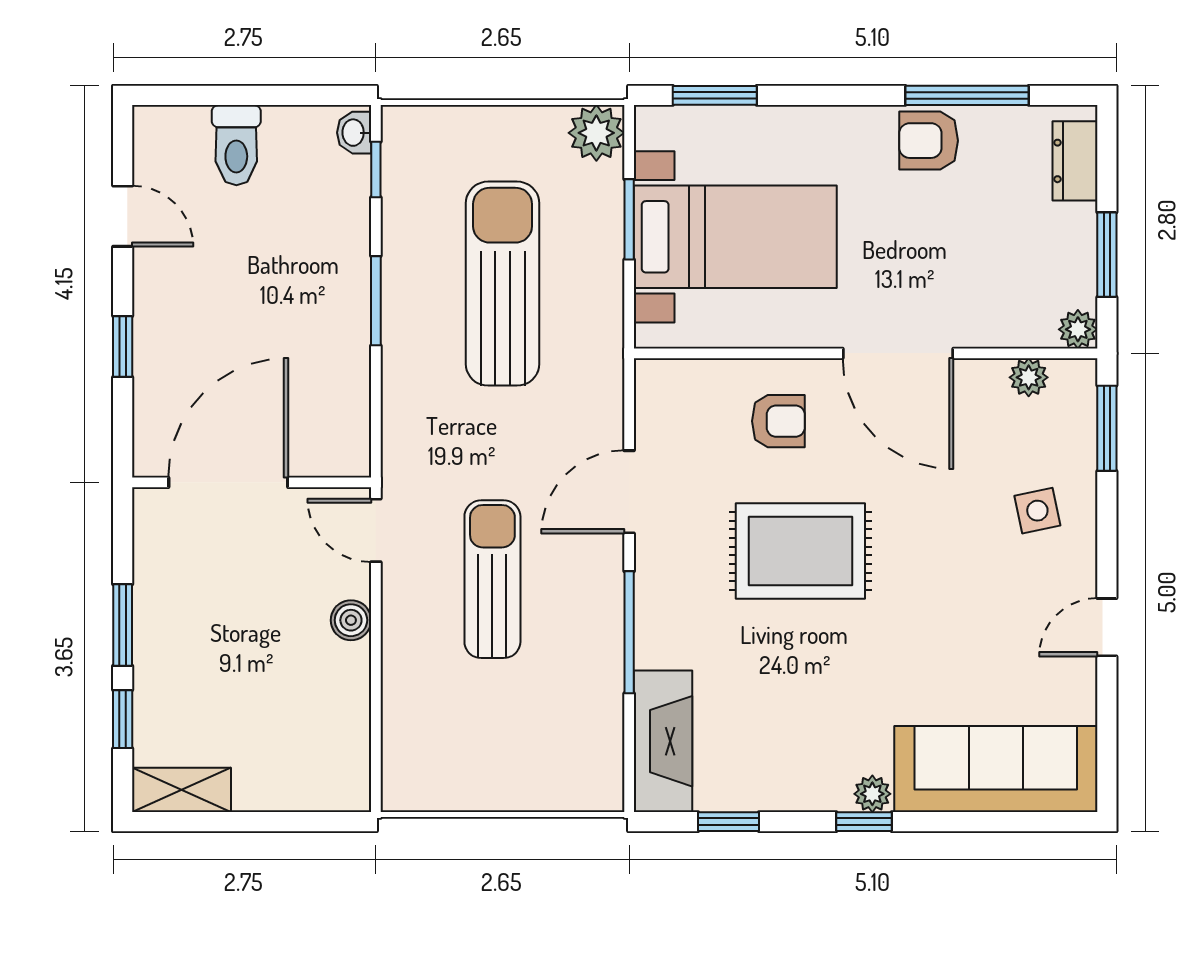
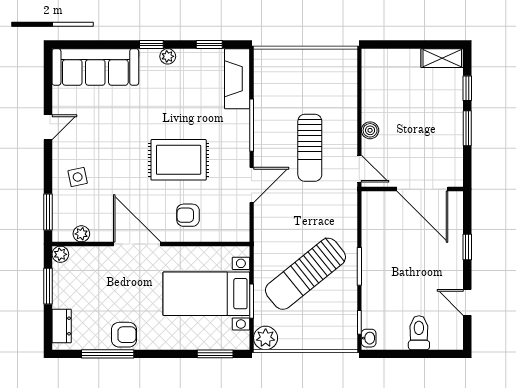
sun lounger: (503, 284) -> (305, 274), turned 51
door: (228, 482) -> (422, 189), hinge flipped
plant: (872, 794) -> (168, 56), moved

